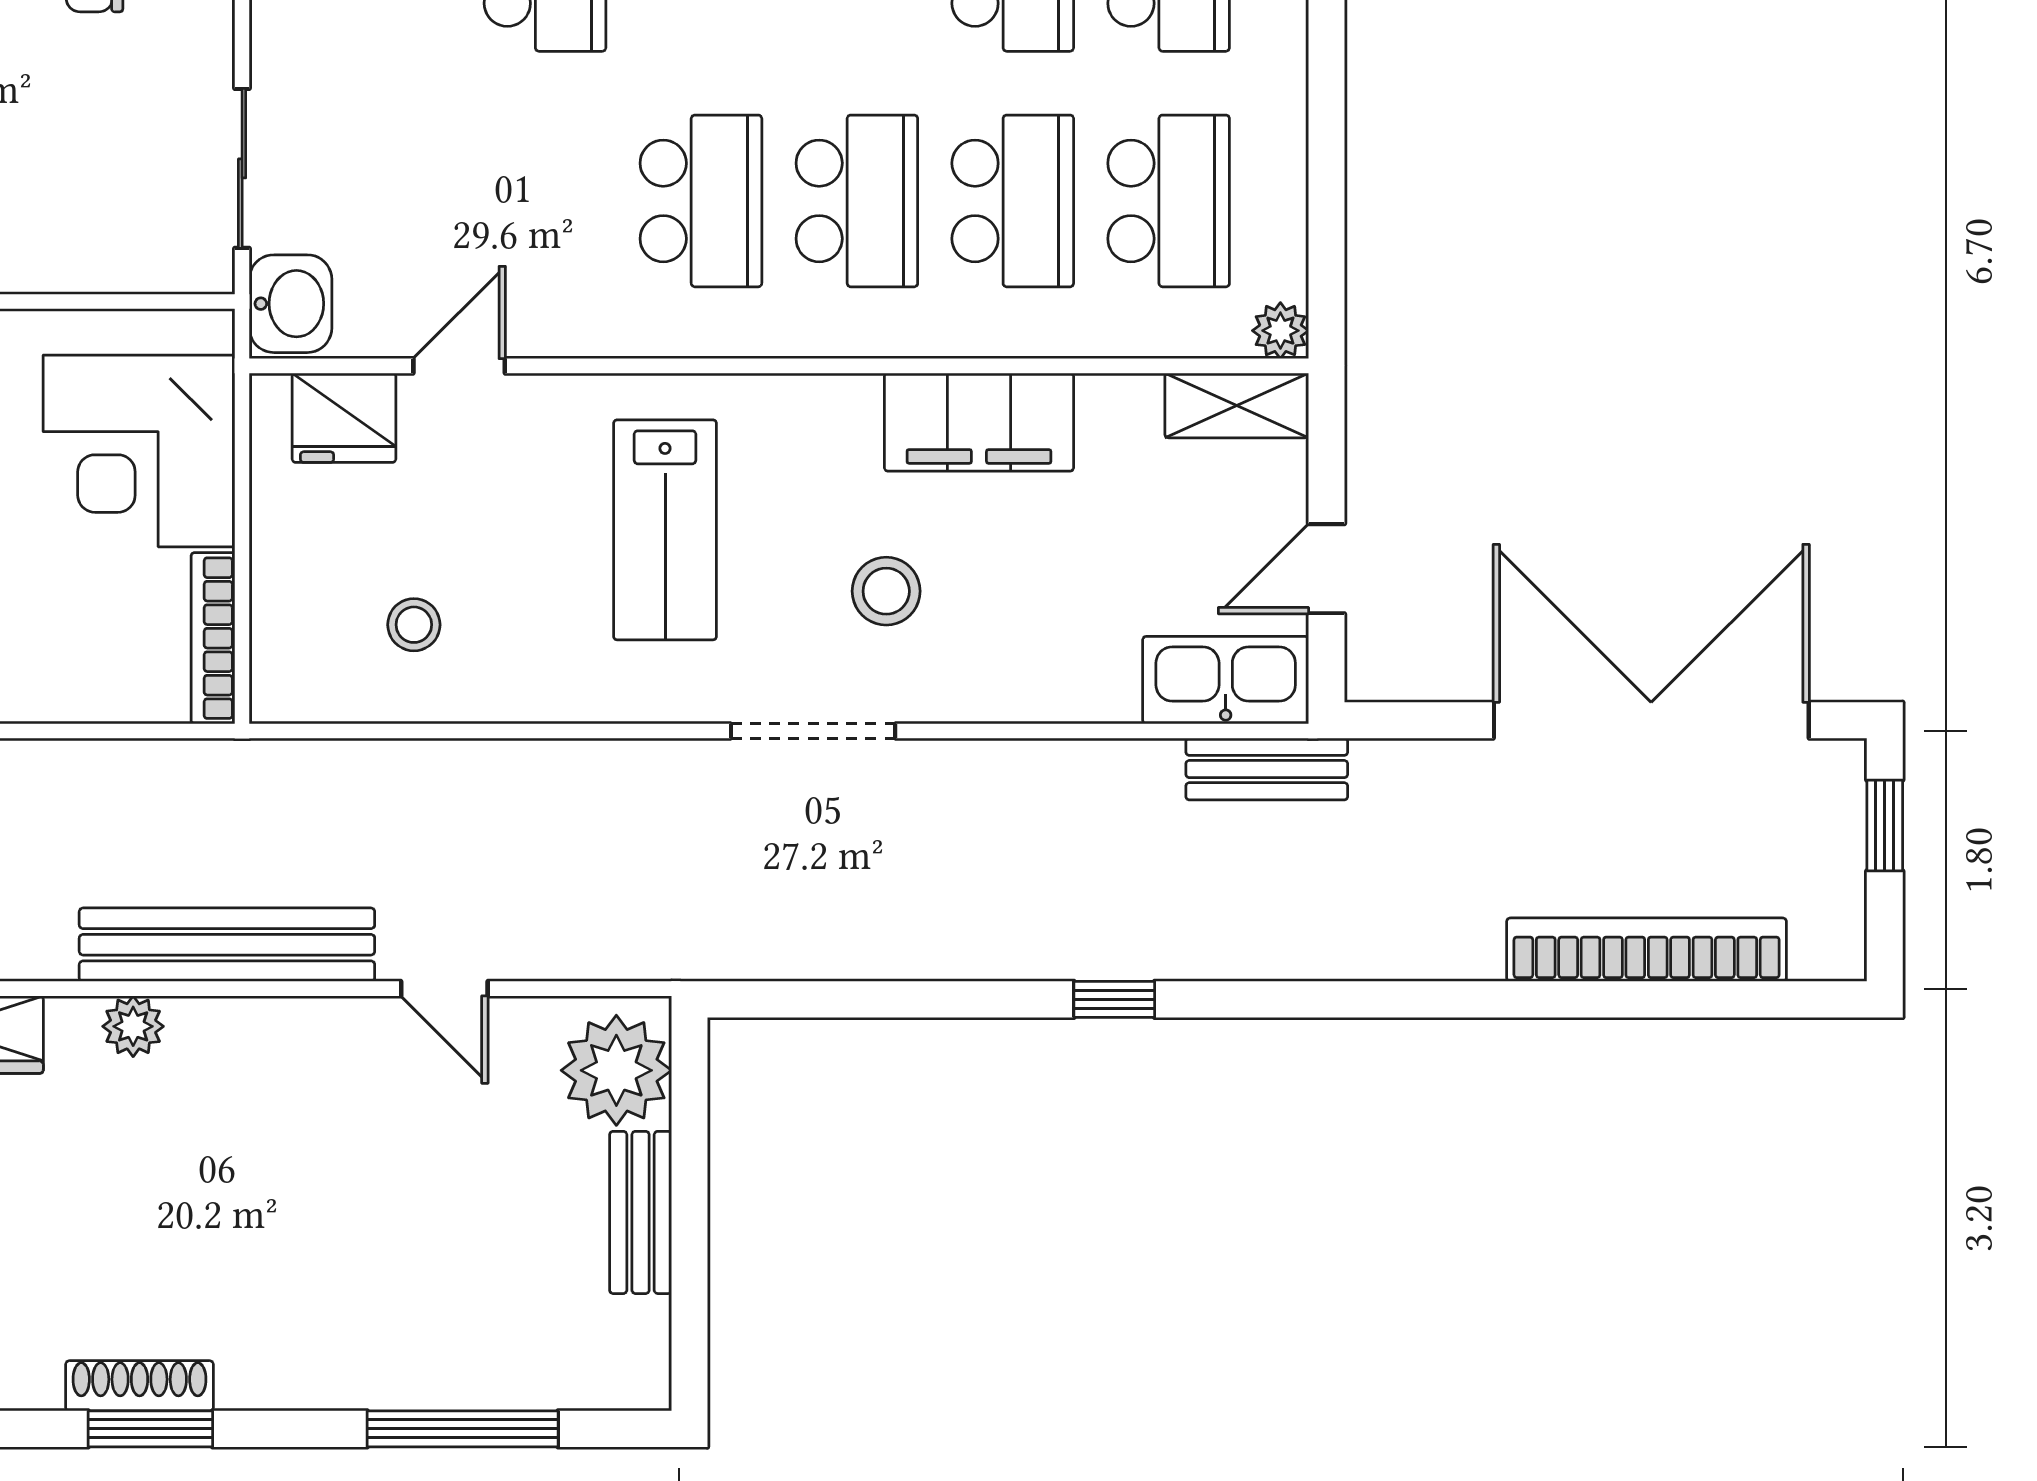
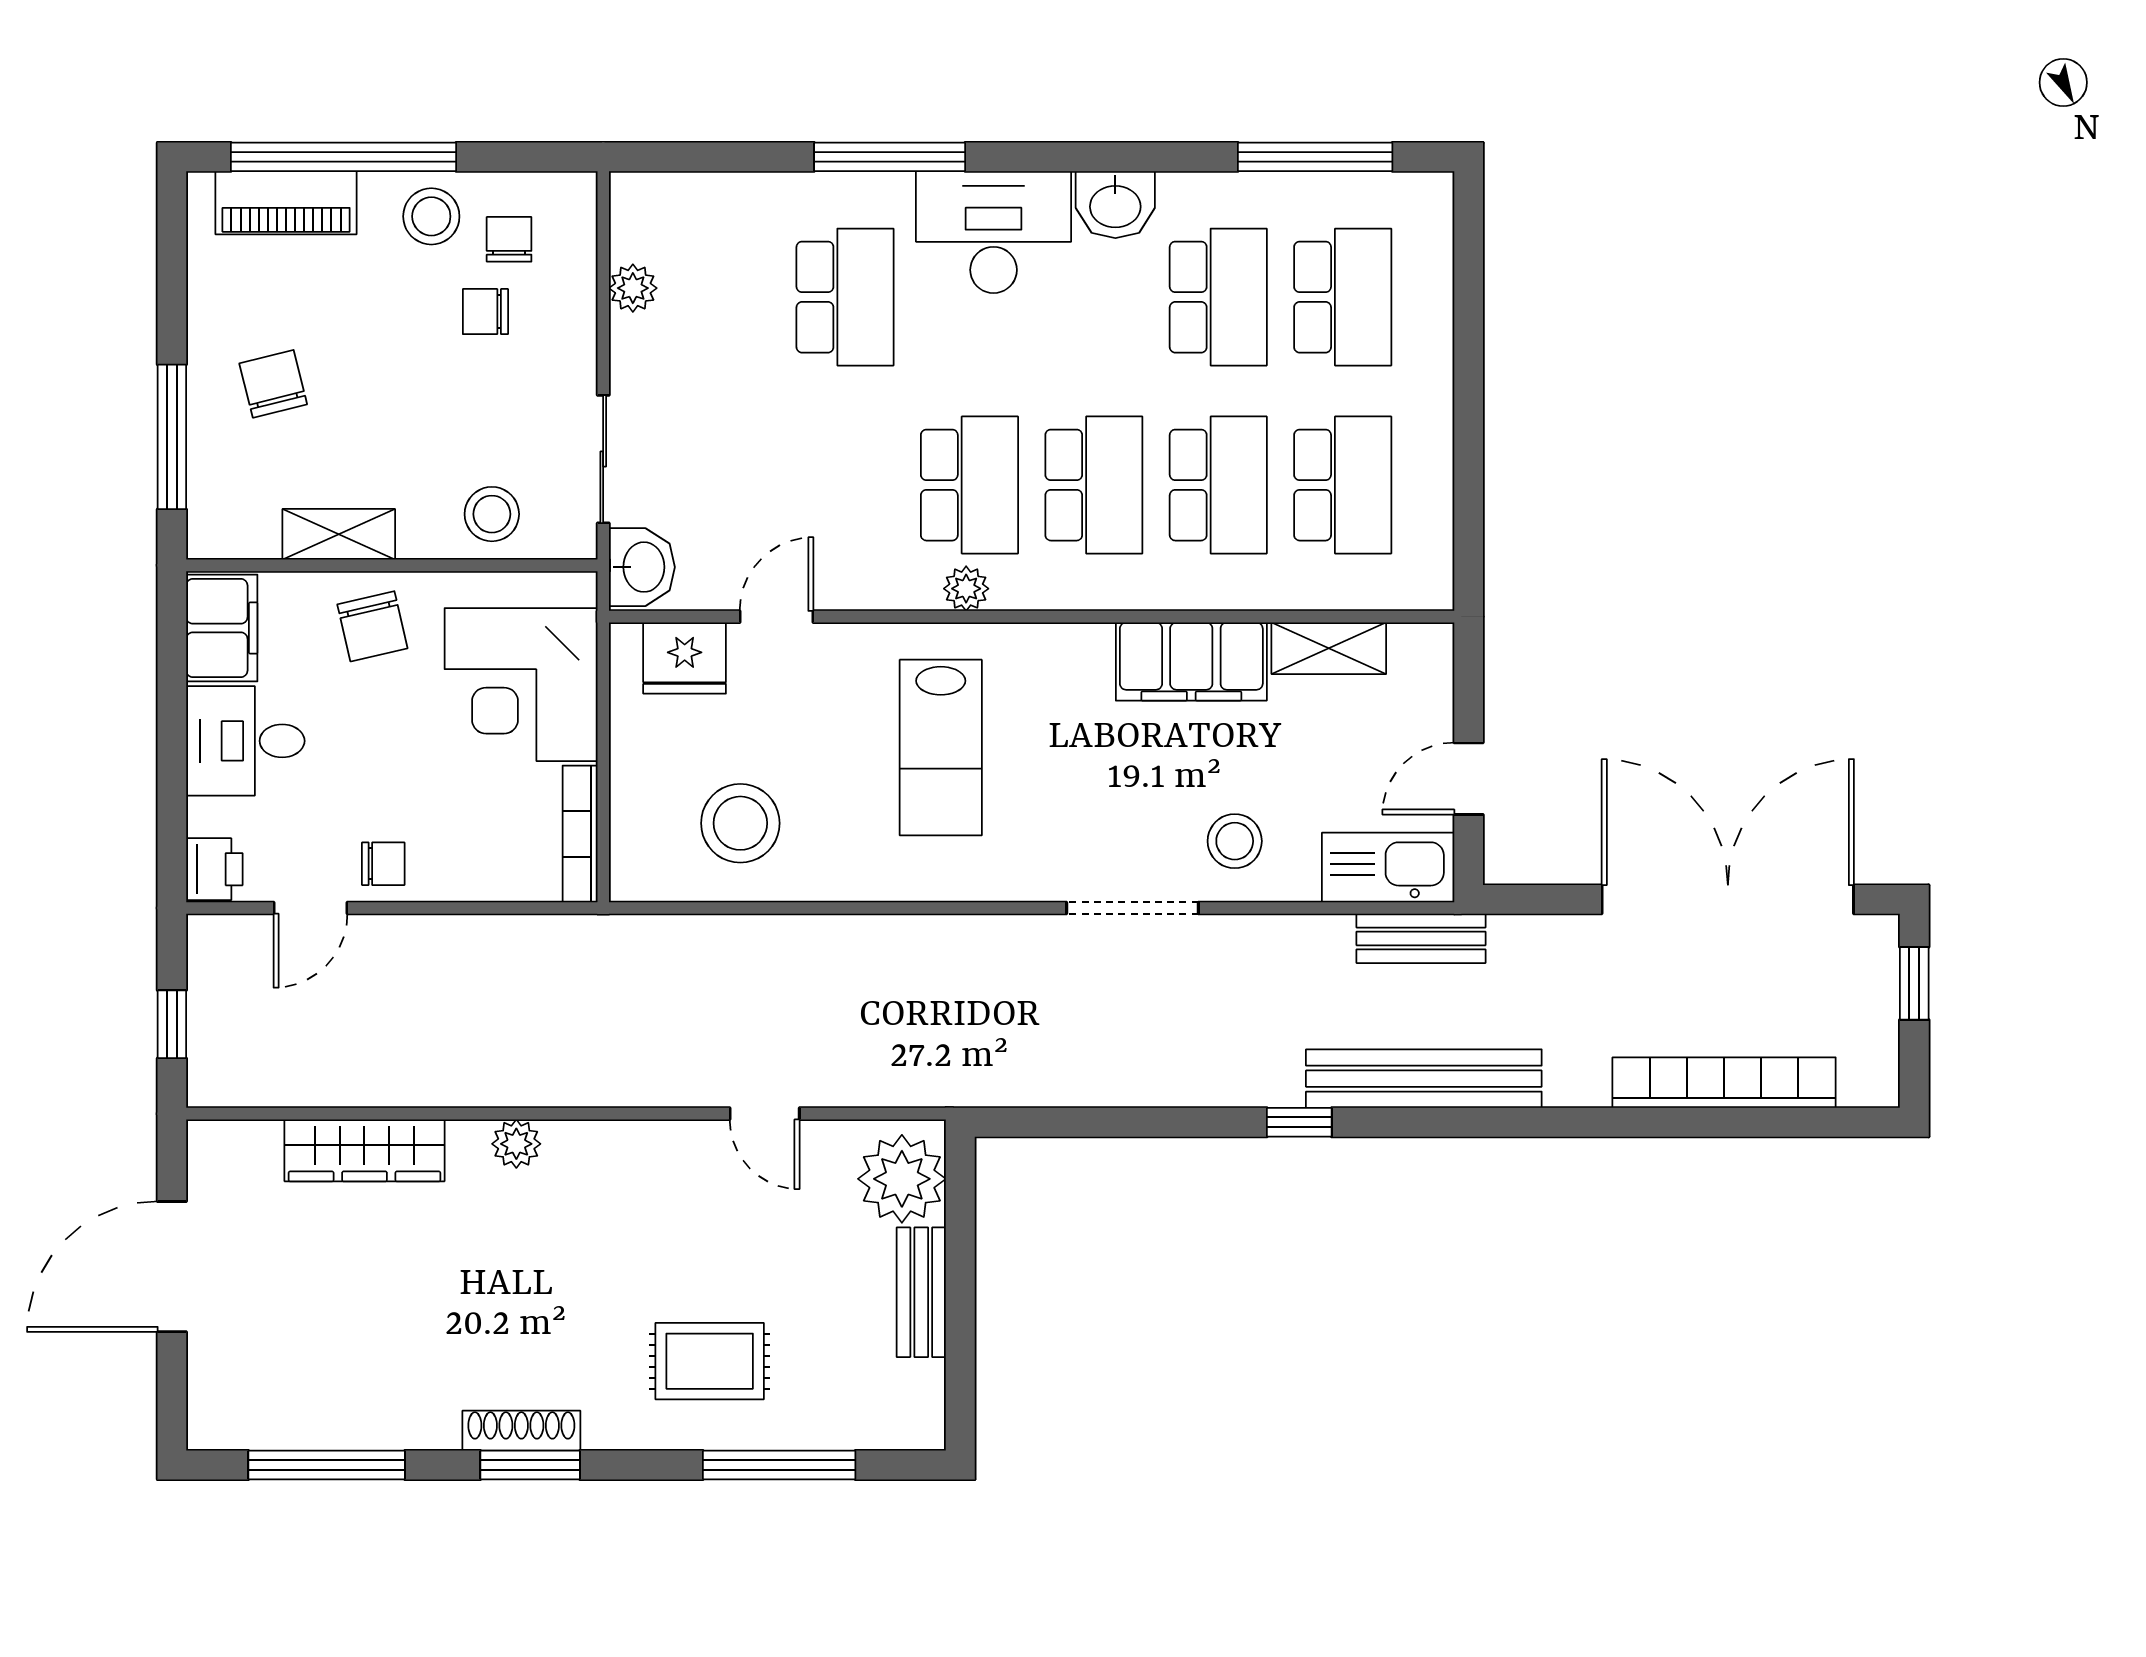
stool: (103, 237) -> (492, 514), added
plant: (1280, 331) -> (966, 589), moved
shelving: (1237, 405) -> (1329, 648), moved
stool: (886, 591) -> (1235, 841), moved
stool: (414, 625) -> (740, 823), width x1.89, depth x1.89
doorway: (813, 731) -> (1133, 908), moved
bench: (227, 945) -> (1424, 1079), moved
rug: (375, 1299) -> (710, 1361), added

